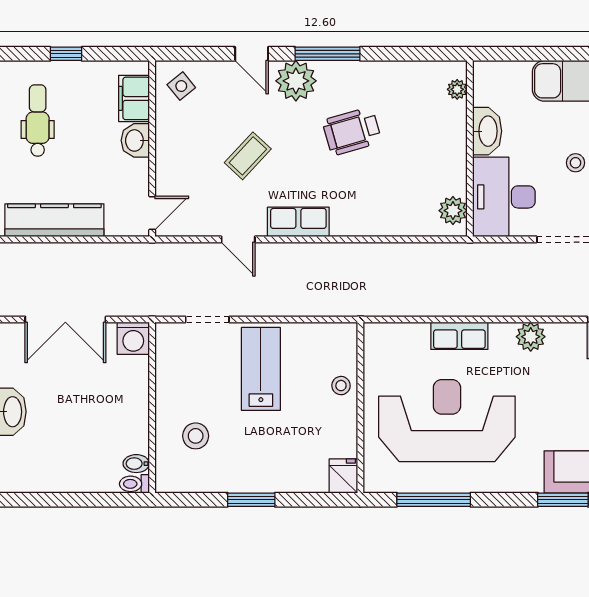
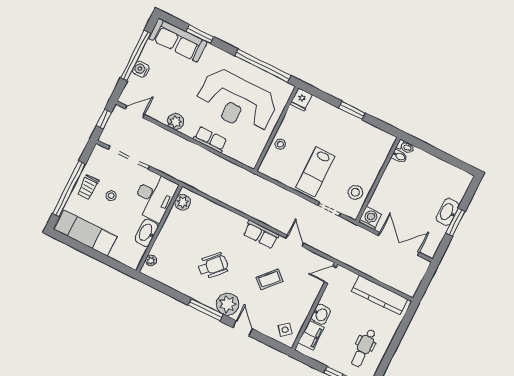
wheelchair: (352, 131) -> (213, 266), turned -30
stool: (196, 436) -> (355, 192), moved
window: (434, 500) -> (263, 66), width x1.46

